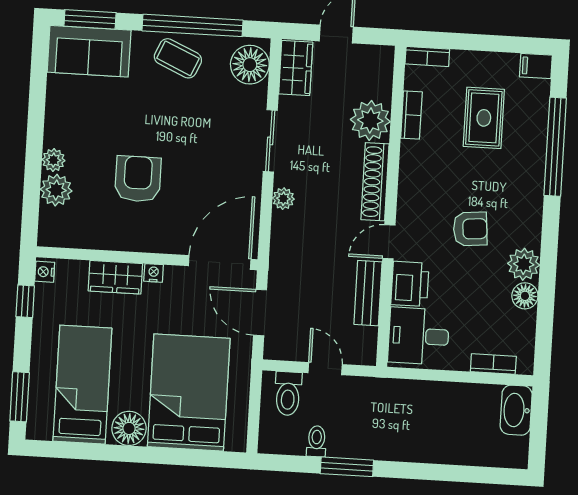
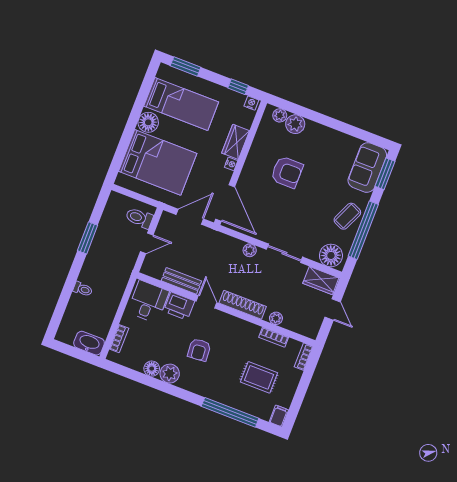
plant: (370, 120) -> (276, 318), width x0.53, depth x0.53
plant: (54, 160) -> (280, 115), moved
toilet: (317, 441) -> (83, 289), moved

